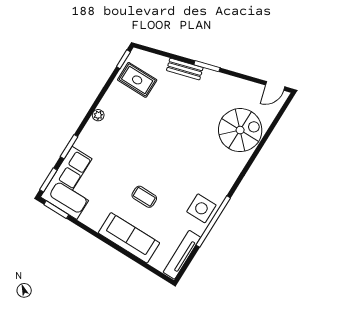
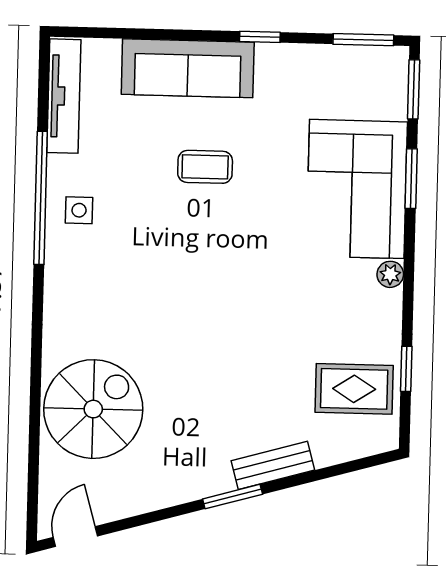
window: (123, 59) -> (406, 369), moved
spiral stairs: (240, 130) -> (93, 409), turned 180
corner sofa: (74, 183) -> (357, 189), moved
side table: (201, 208) -> (79, 210), width x0.54, depth x0.54
window: (95, 234) -> (260, 37), added

